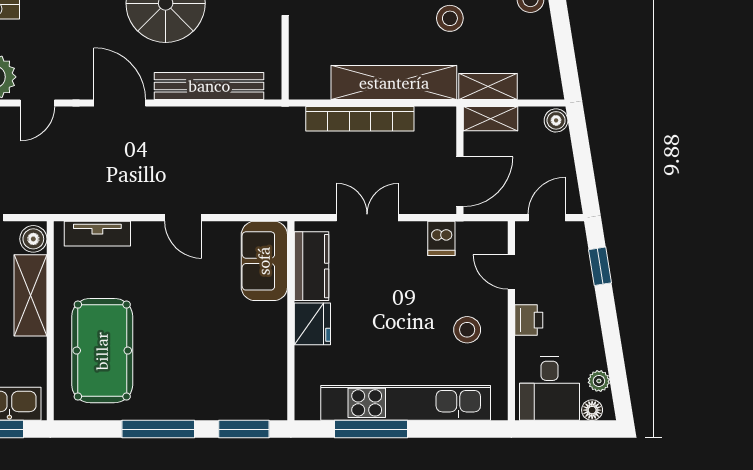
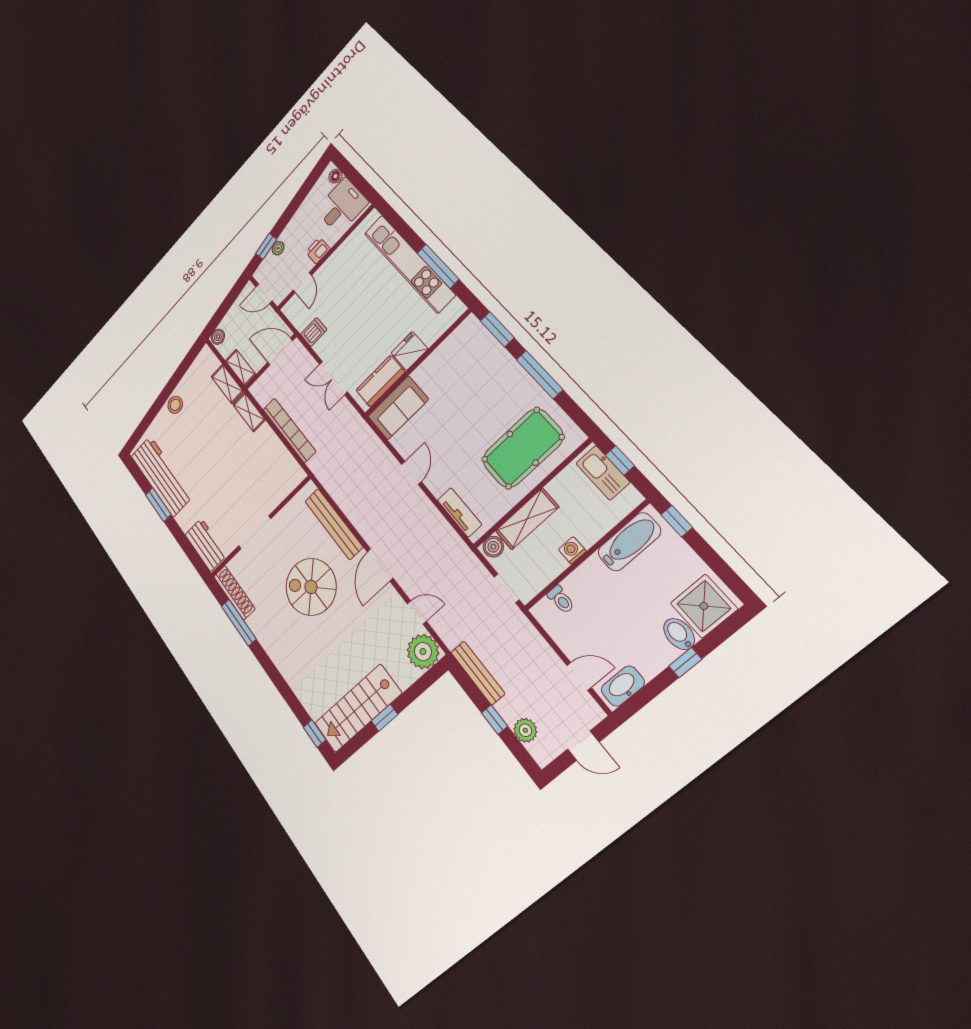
stool: (450, 18) -> (211, 434), removed
shelving: (394, 83) -> (249, 412), width x0.45, depth x0.75
stool: (467, 330) -> (347, 273), removed
plant: (599, 381) -> (278, 248), moved

